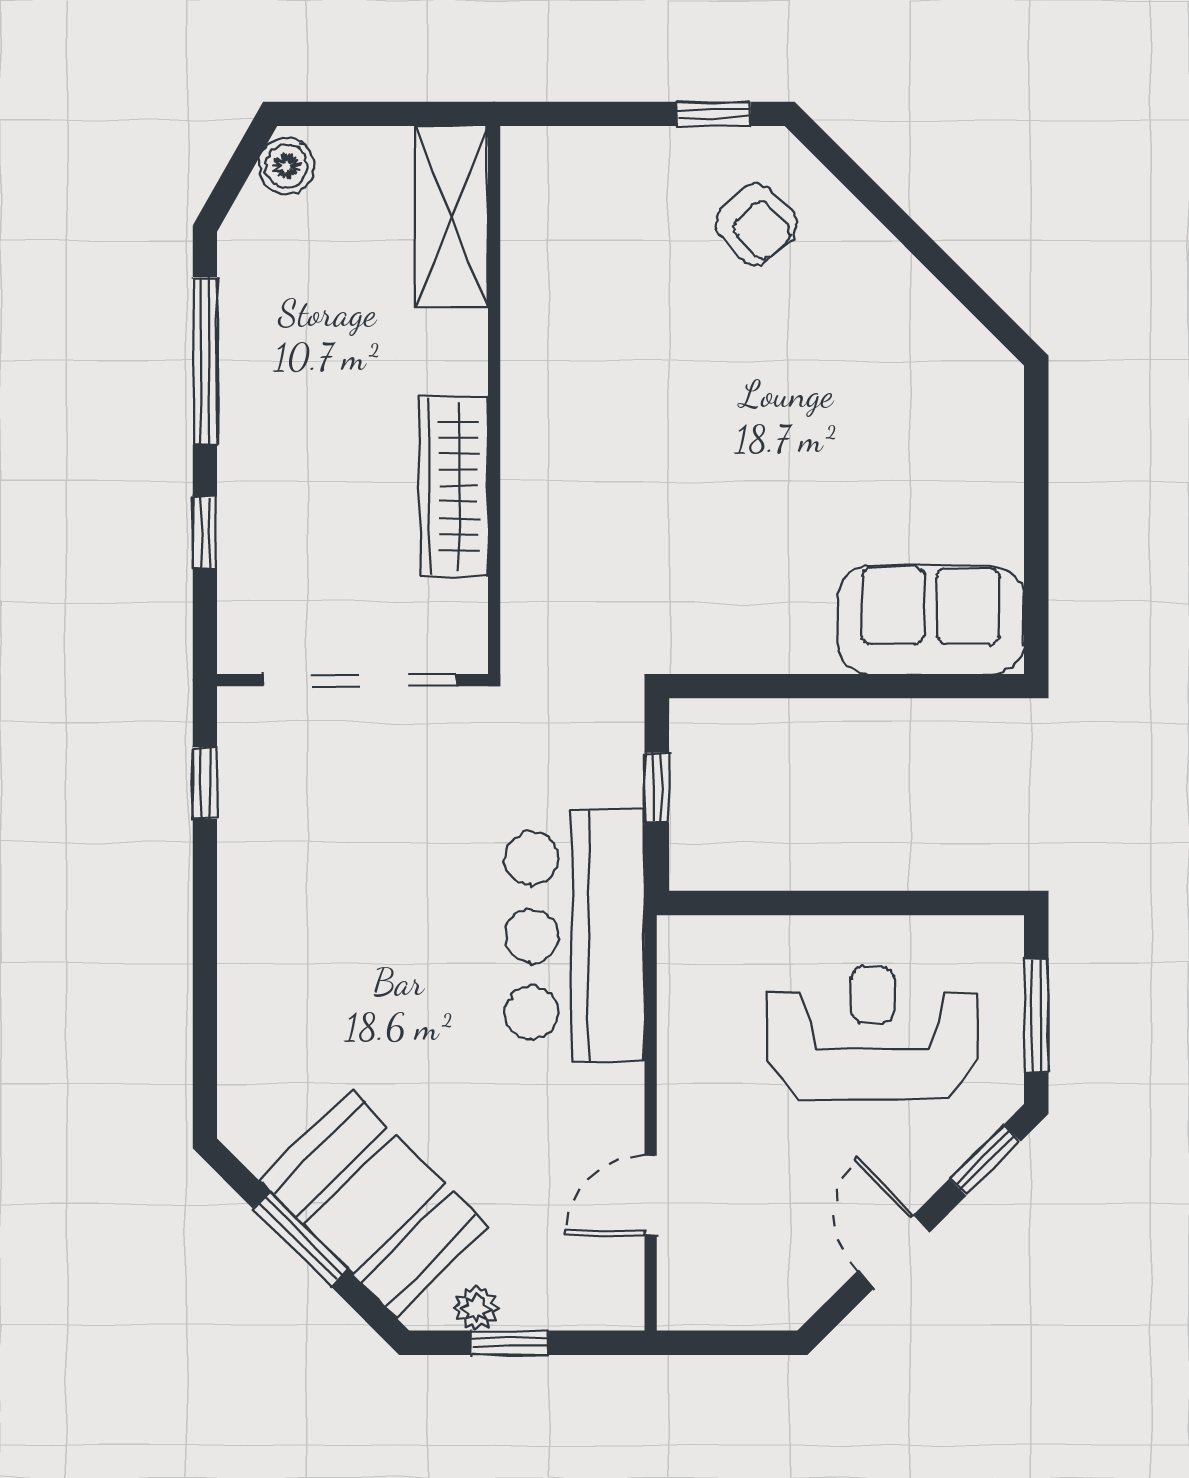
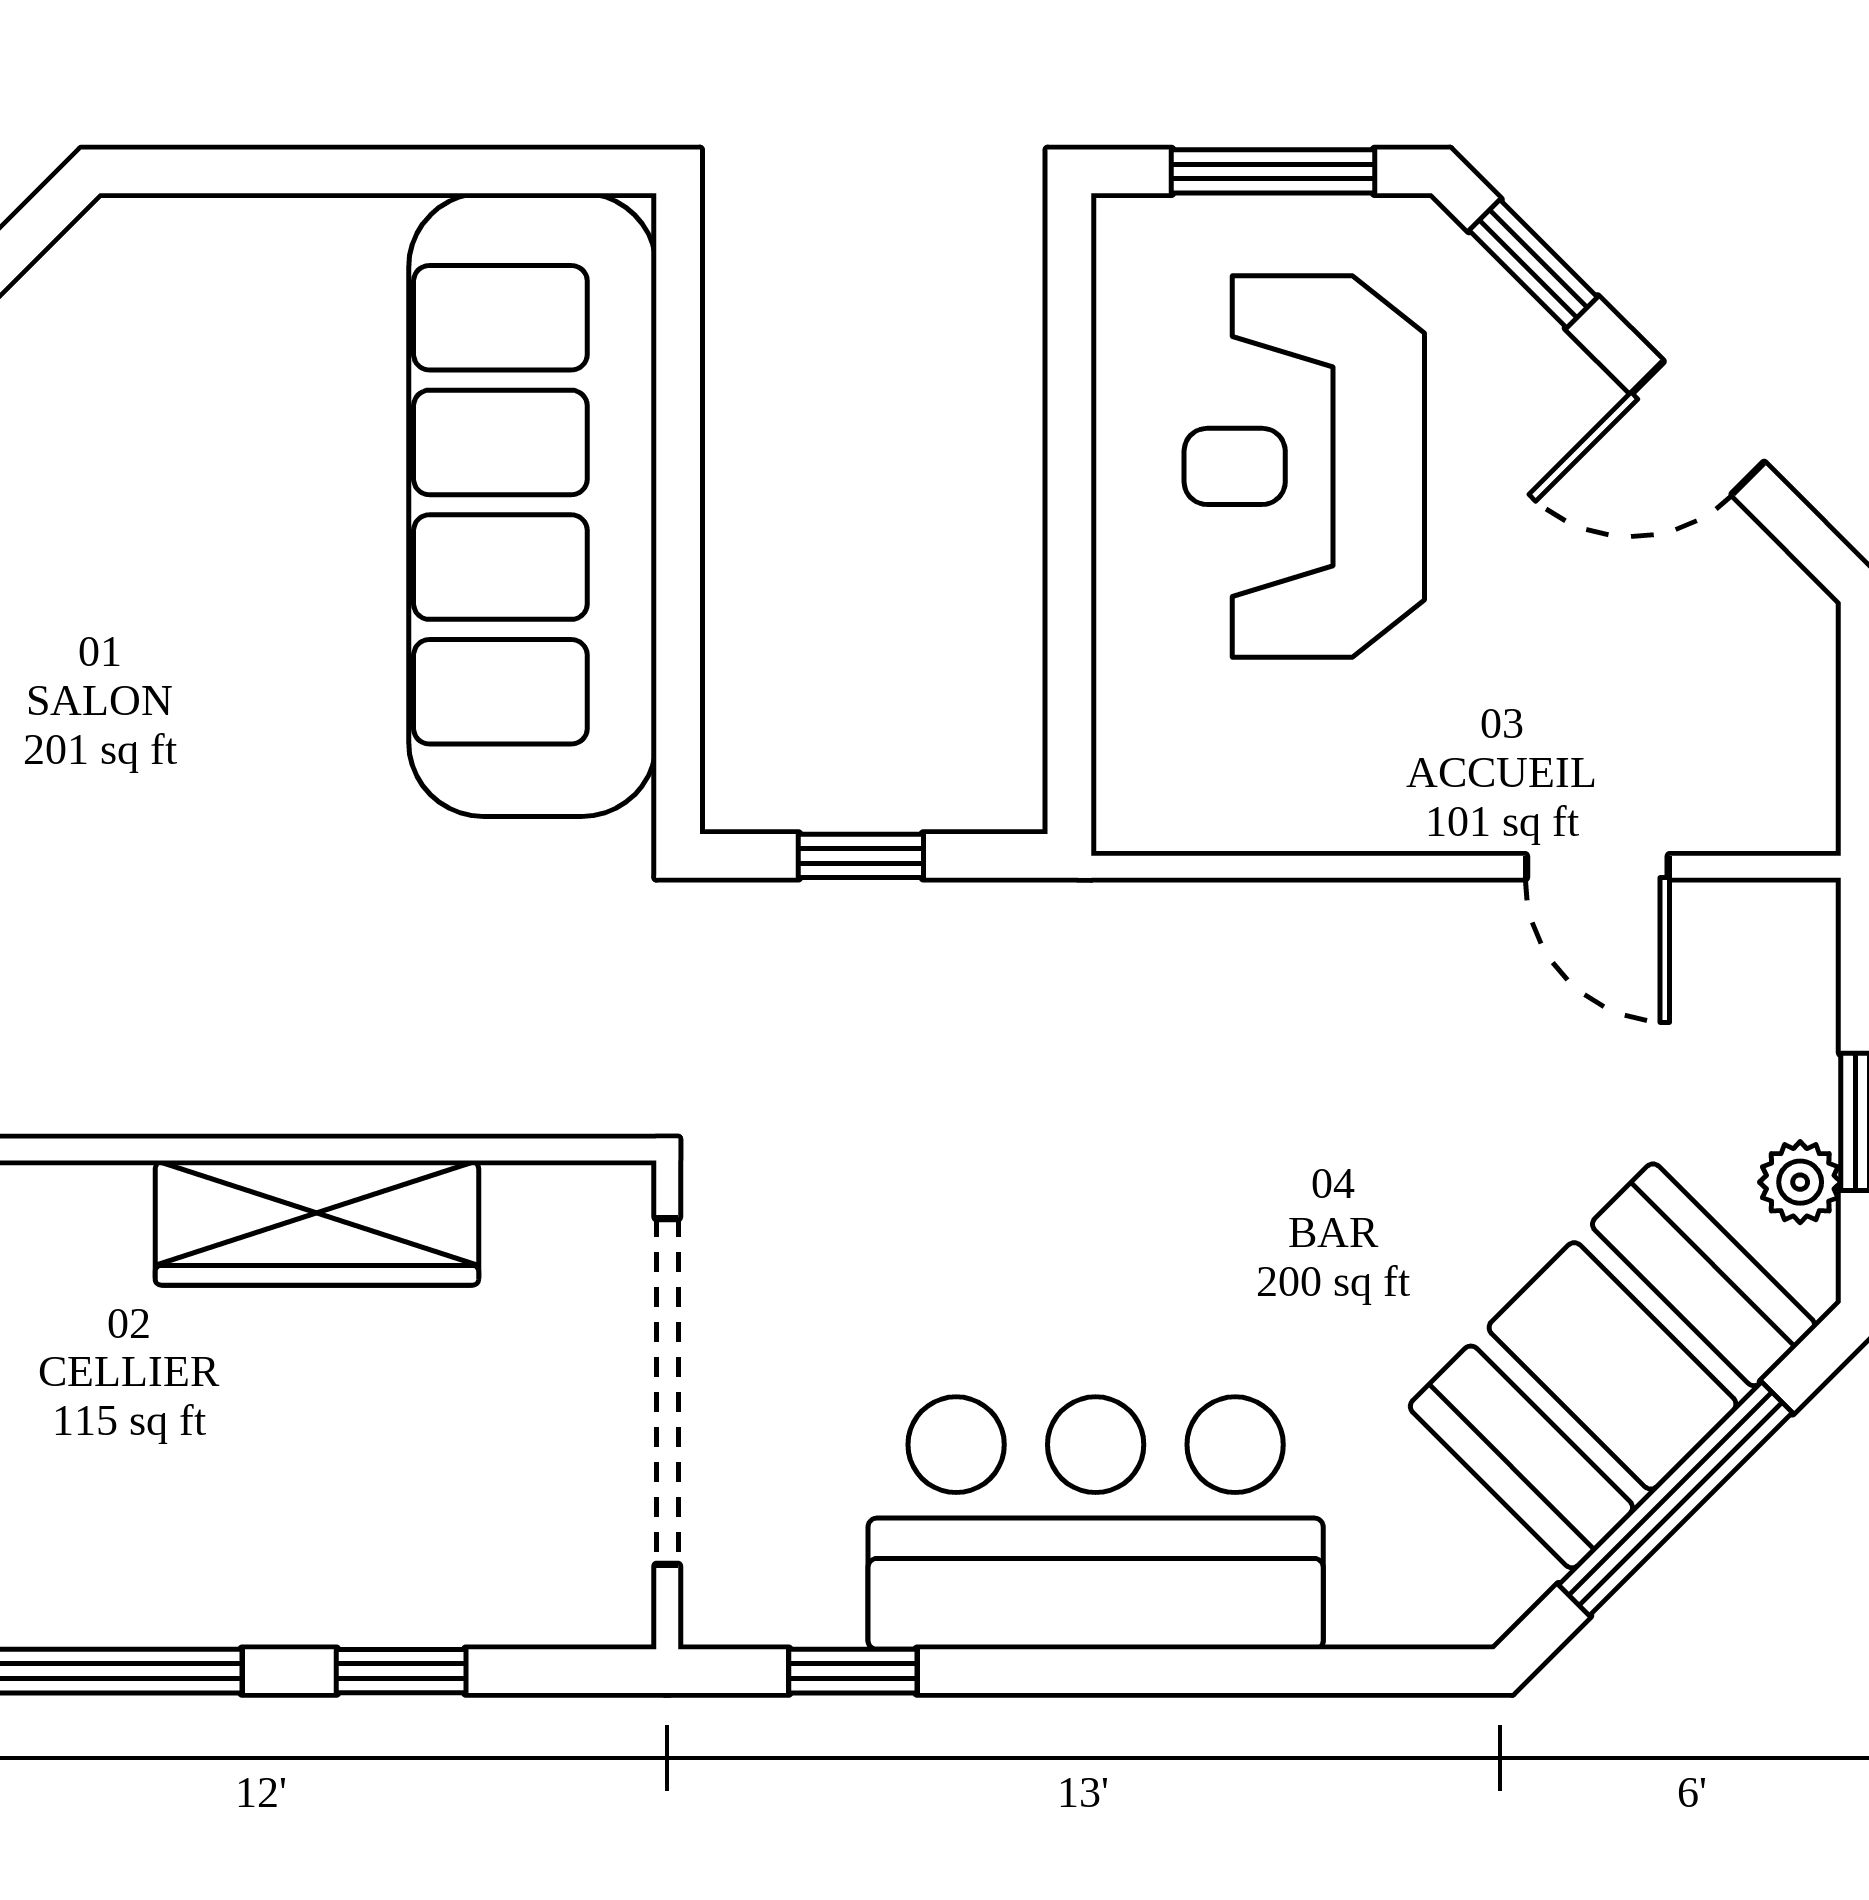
sofa: (931, 620) -> (533, 505), width x1.85, depth x1.27
bar counter: (575, 936) -> (1096, 1523), moved, turned 180
window: (300, 1239) -> (1676, 1499), width x1.44

